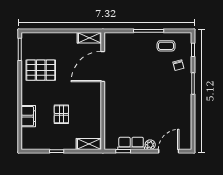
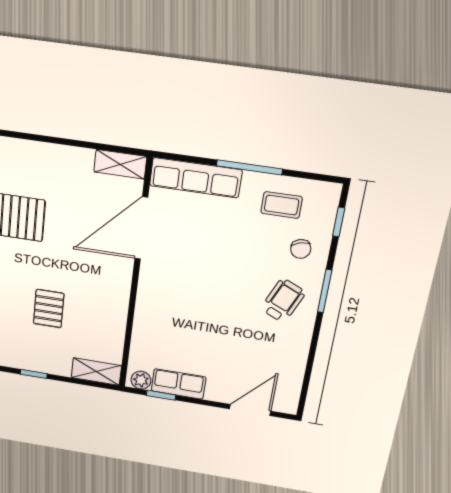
row of seats: (125, 39) -> (196, 178), added
wheelchair: (175, 91) -> (283, 301), added
plant: (150, 145) -> (141, 380), moved

